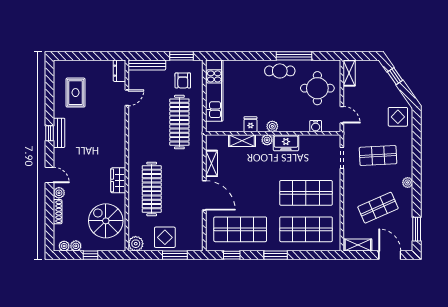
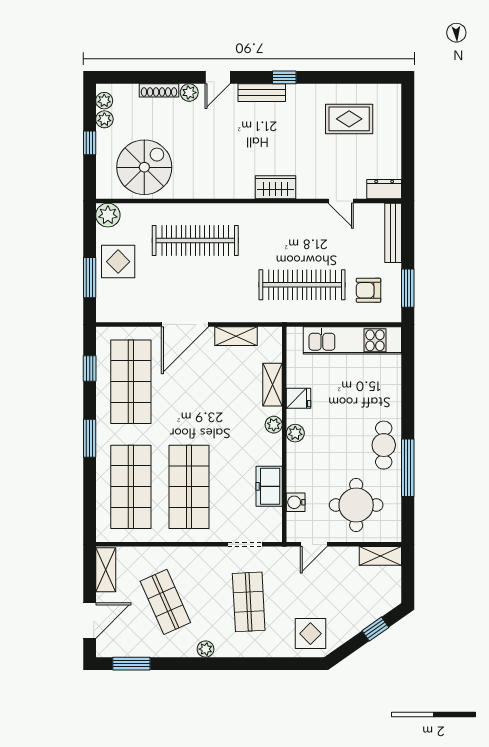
bench: (59, 133) -> (262, 93), moved
freezer: (286, 143) -> (269, 486), moved
wardrobe: (118, 180) -> (275, 187), moved

